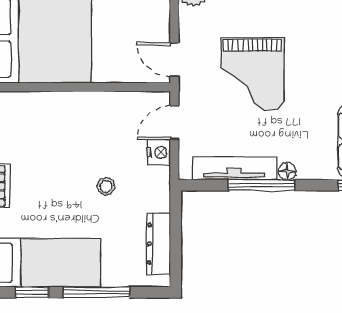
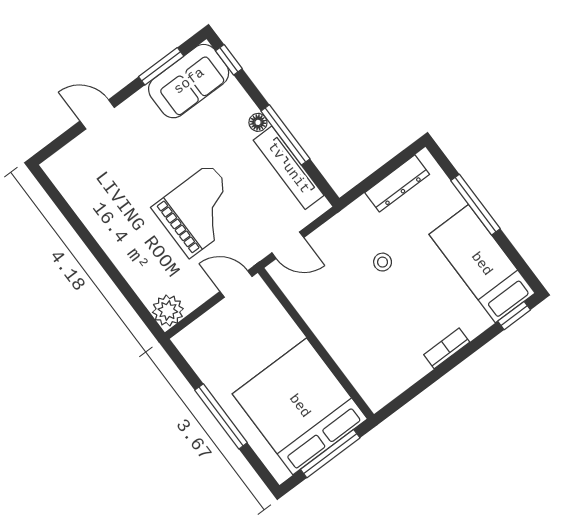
door: (174, 60) -> (236, 284), swing flipped
nightstand: (159, 152) -> (322, 240), removed
window: (32, 292) -> (515, 258), removed

